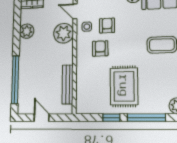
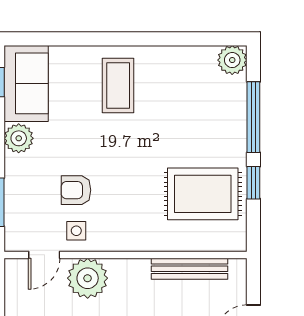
armchair: (100, 48) -> (121, 204), removed
rug: (124, 86) -> (203, 194), moved

